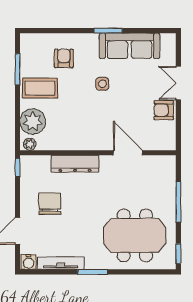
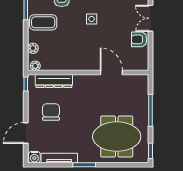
plant: (33, 122) -> (33, 48), width x0.53, depth x0.53
dresser: (75, 164) -> (54, 81), moved

